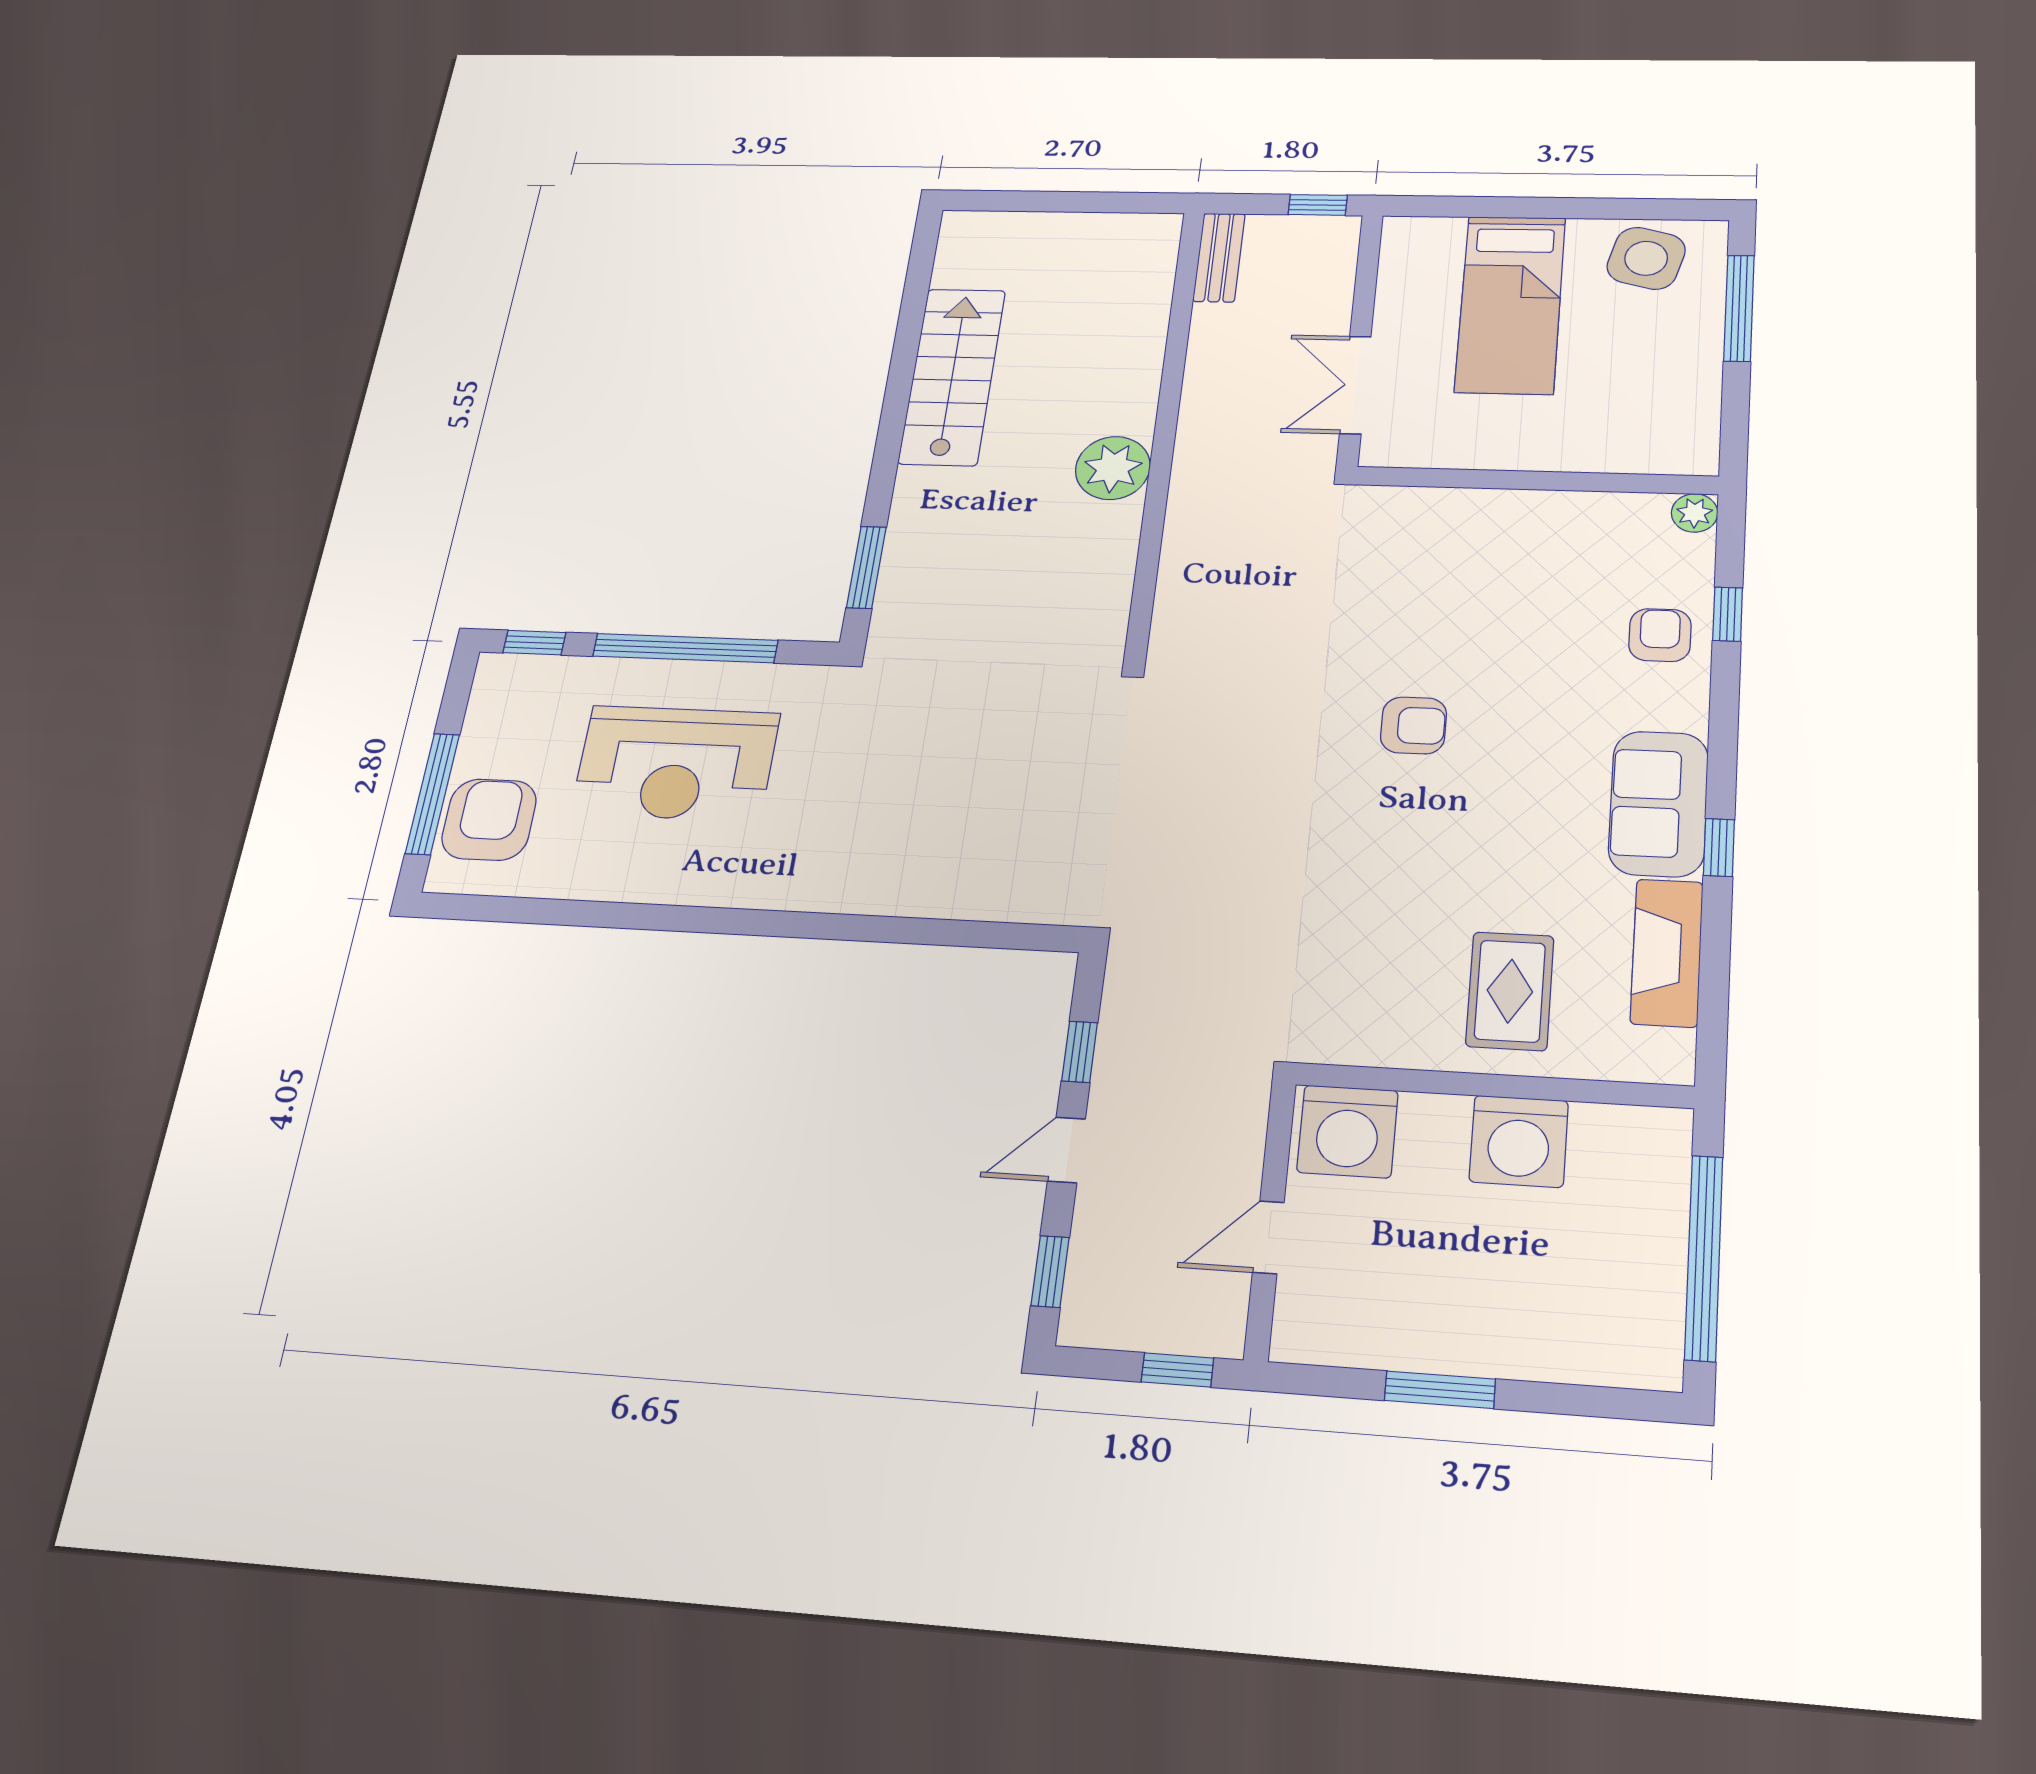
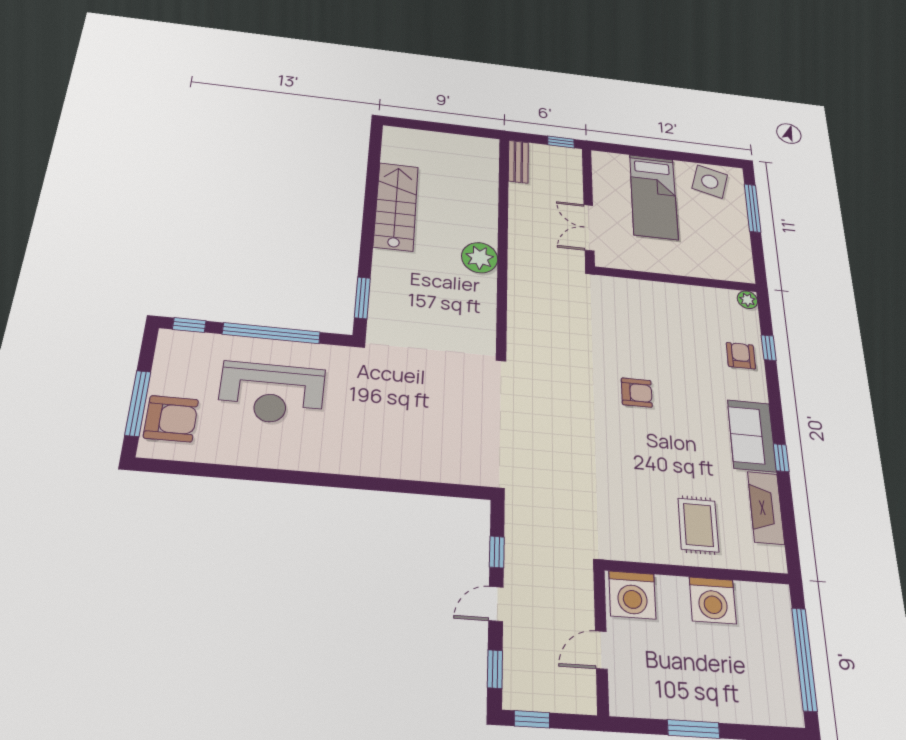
armchair: (489, 820) -> (171, 419), turned 90
window: (1177, 1370) -> (532, 719), moved

